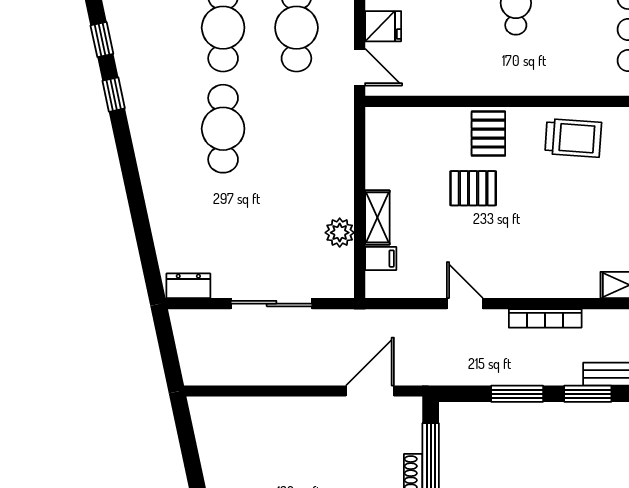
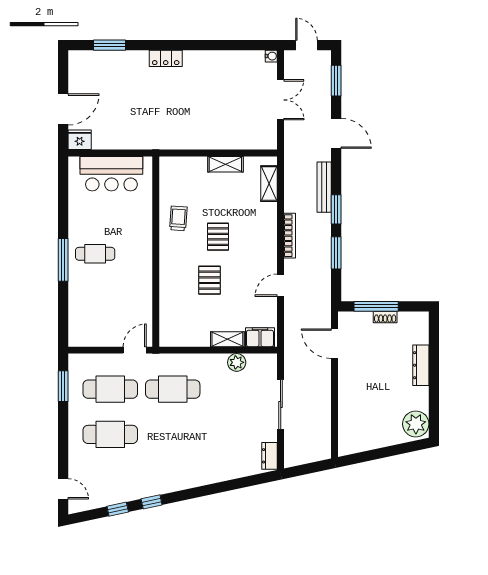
fridge: (383, 26) -> (109, 336), removed
cafe table: (223, 129) -> (173, 389), moved
pallet: (488, 134) -> (218, 237), moved, turned 90
trolley: (573, 138) -> (178, 218), width x0.73, depth x0.72
filing cabinet: (381, 259) -> (260, 337), width x2.00

